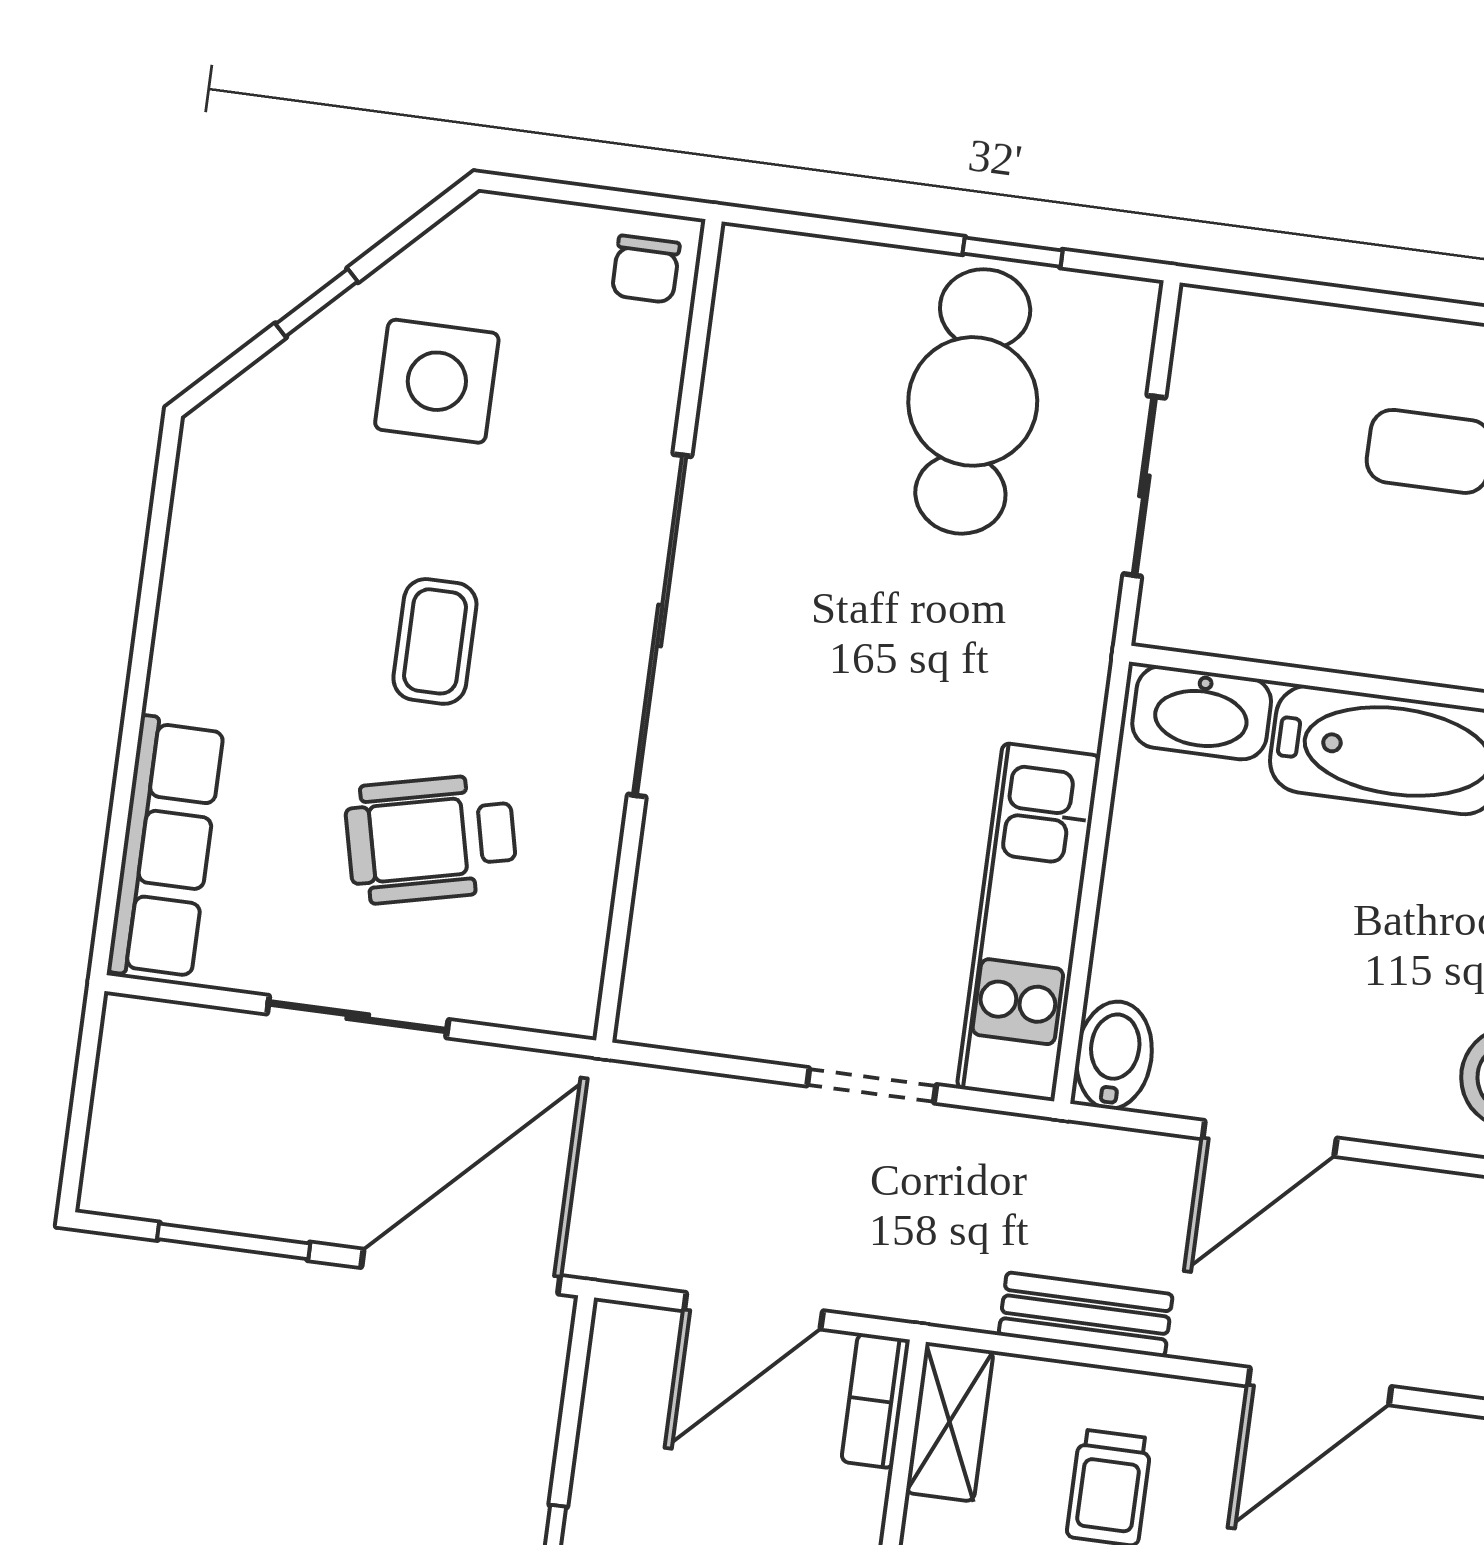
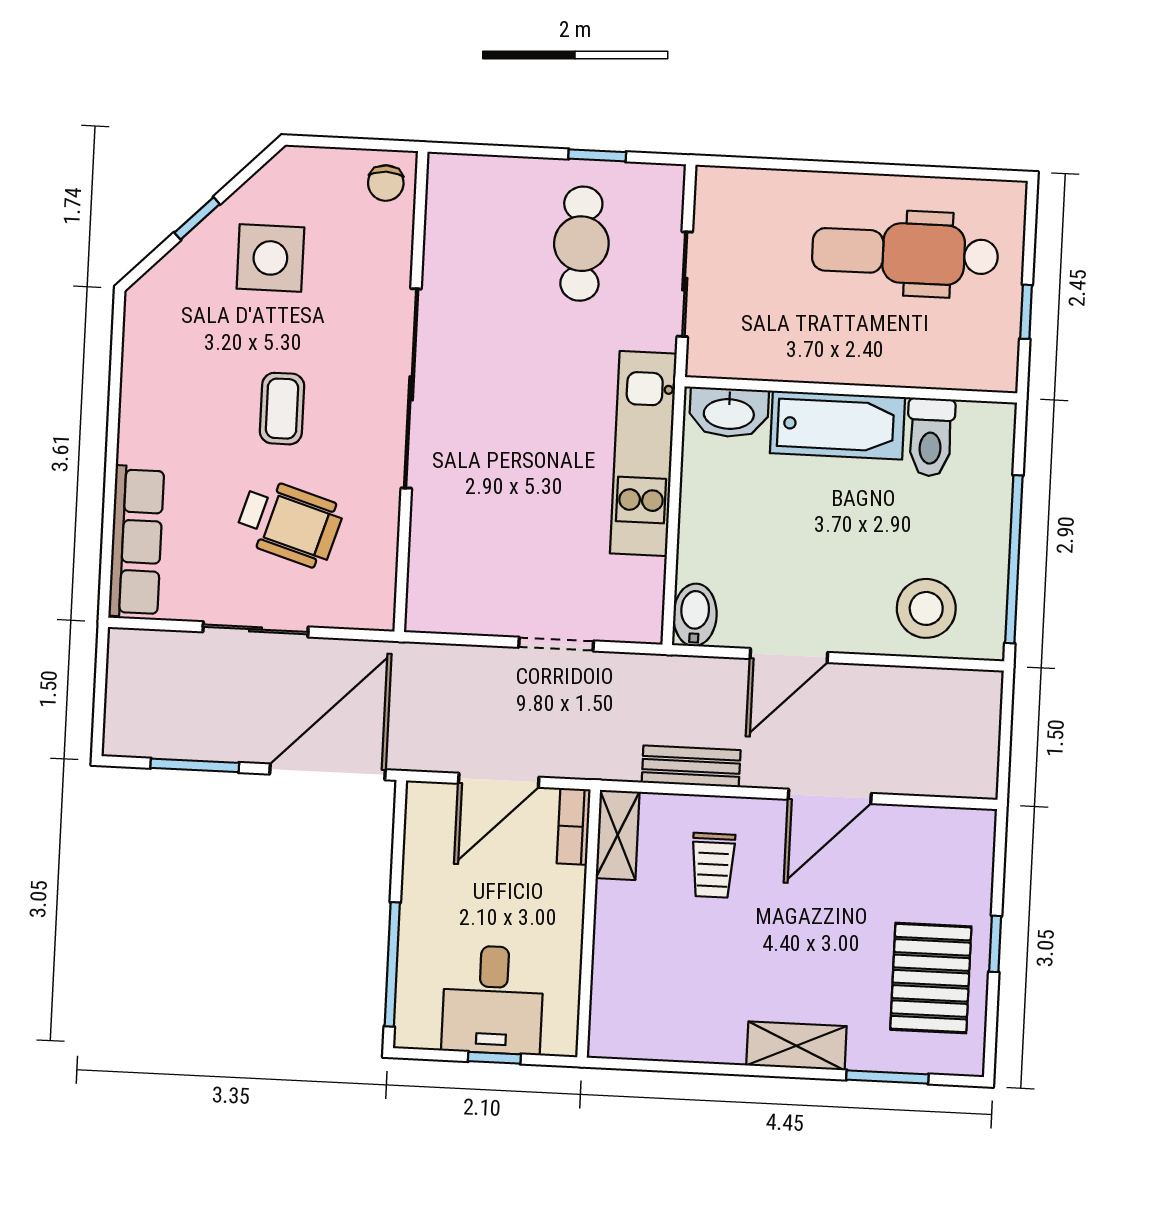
cafe table: (973, 401) -> (581, 244), width x0.73, depth x0.74
wheelchair: (431, 839) -> (289, 523), turned -150
kitchen unit: (1029, 922) -> (643, 453), moved

